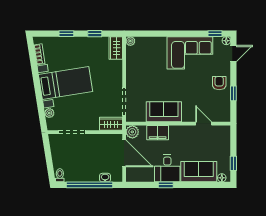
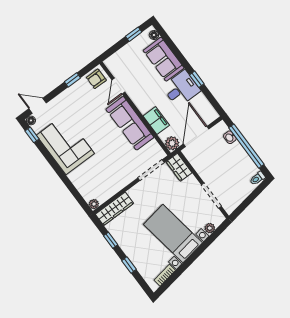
wardrobe: (116, 48) -> (114, 209), width x1.50
armchair: (219, 83) -> (96, 79), moved
sofa: (164, 112) -> (130, 123), width x1.36

